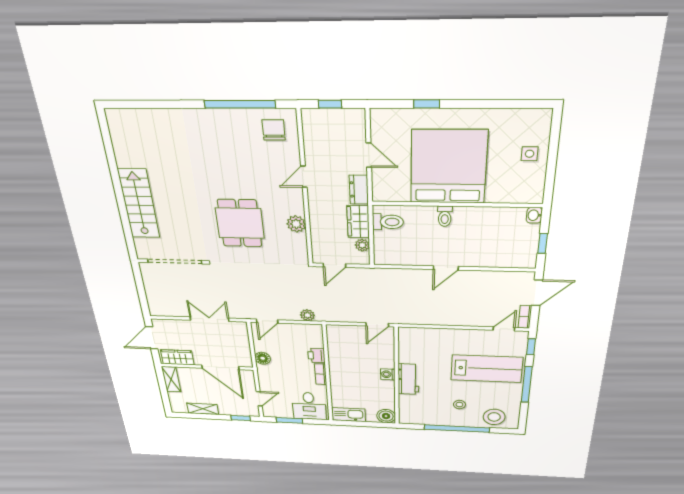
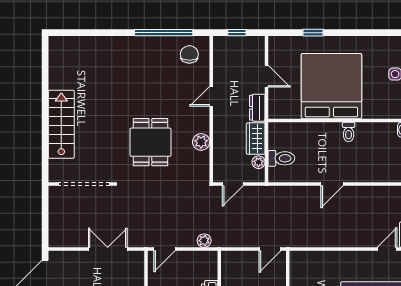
toilet: (445, 216) -> (349, 132), moved
toilet: (388, 222) -> (281, 158), moved

